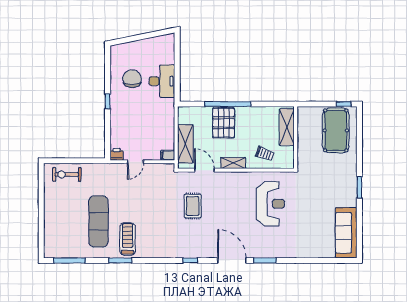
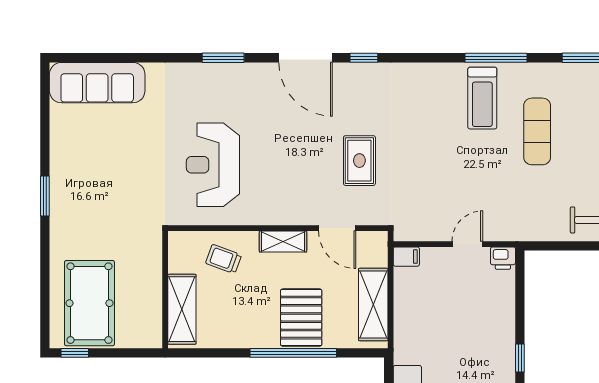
shelving: (185, 144) -> (373, 305), moved
exercise mat: (99, 221) -> (537, 131), width x0.73, depth x0.69
sofa: (346, 233) -> (97, 83), moved, turned 90
window: (120, 260) -> (496, 58), width x1.44
door: (232, 260) -> (306, 58), moved

